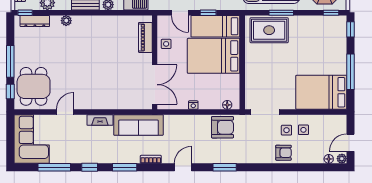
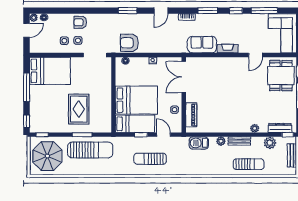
rug: (269, 30) -> (79, 109), moved, turned 90
sofa: (138, 125) -> (202, 45), width x0.73

